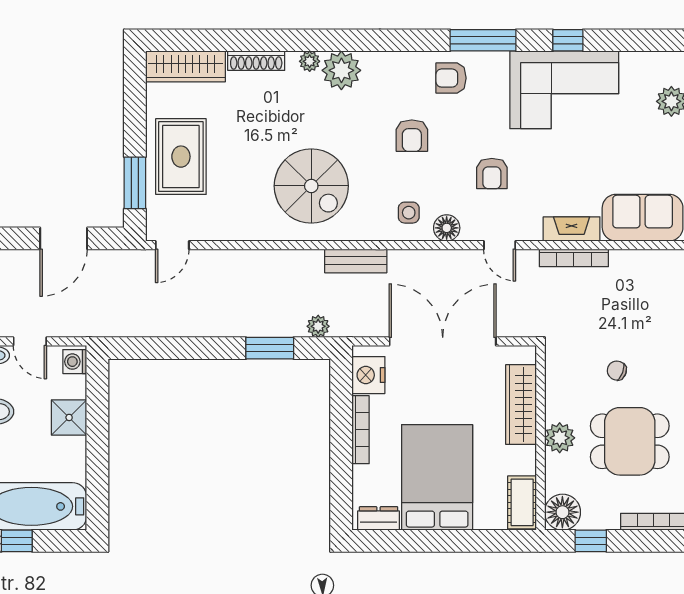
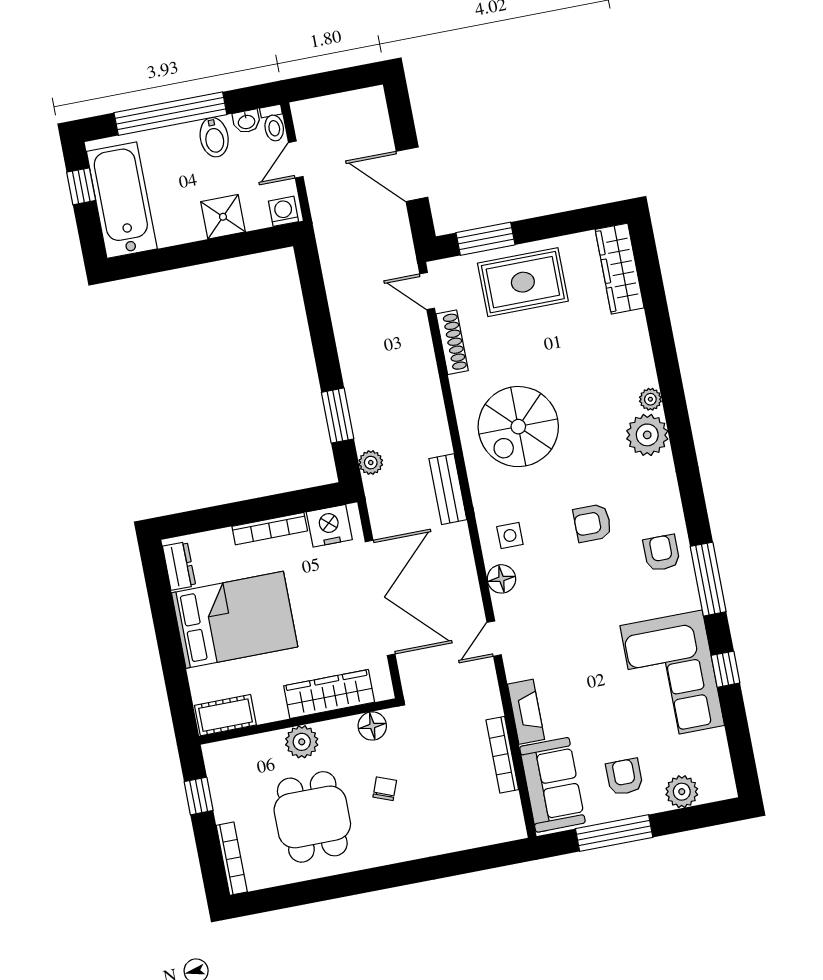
shoe rack: (256, 61) -> (452, 342), moved, turned 180
armchair: (492, 174) -> (624, 777), moved, turned 90
bookcase: (574, 258) -> (502, 755), moved
floor lamp: (562, 512) -> (372, 726), moved, width x0.73, depth x0.73

